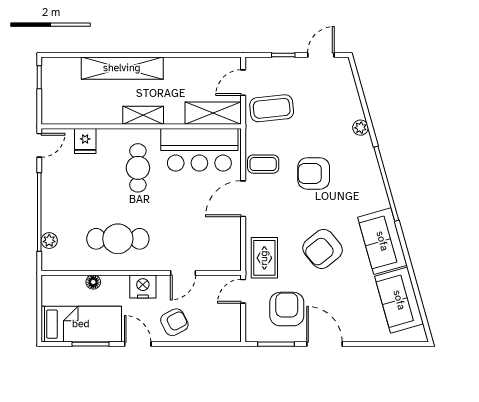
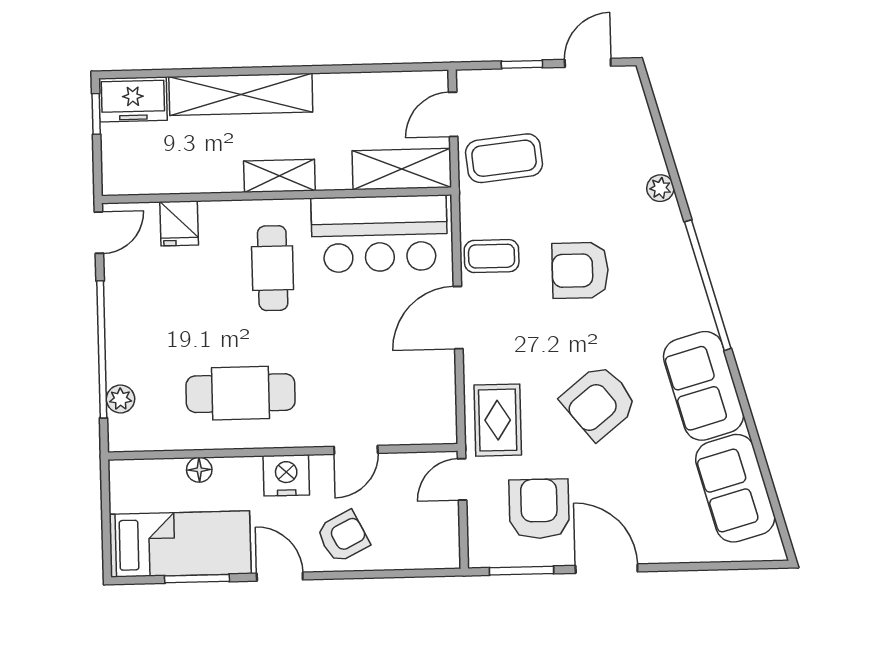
freezer: (61, 70) -> (133, 99), added

